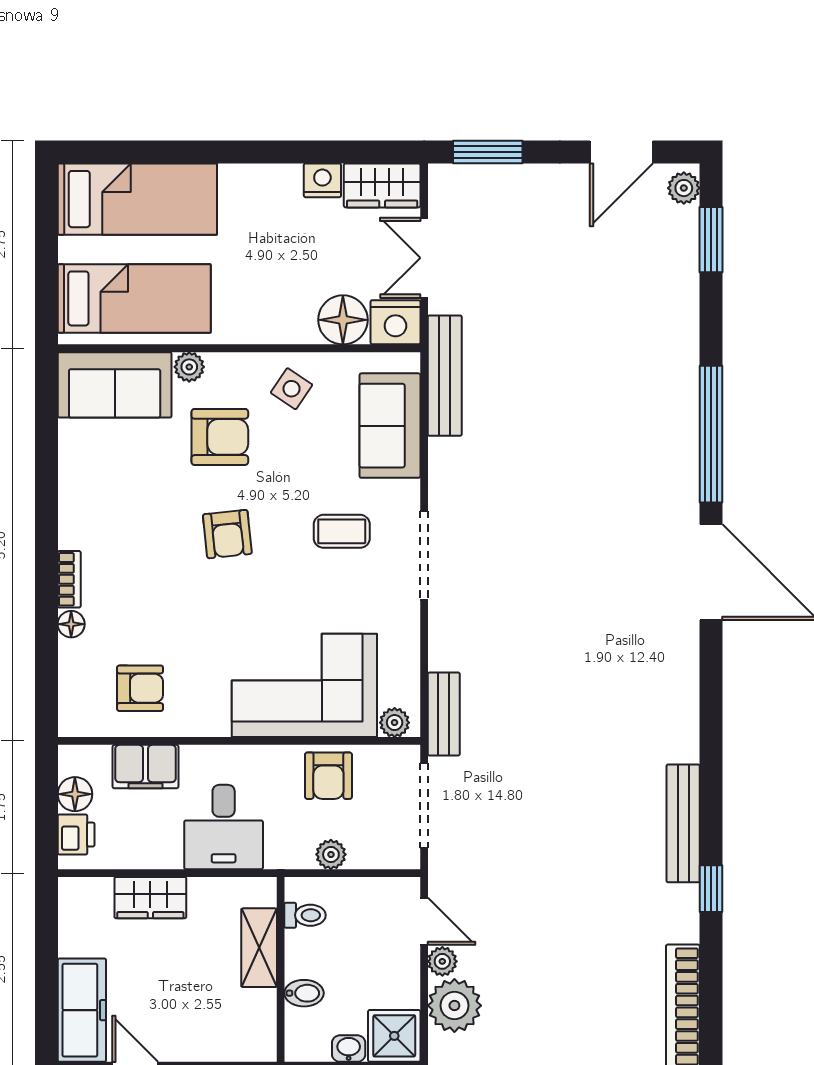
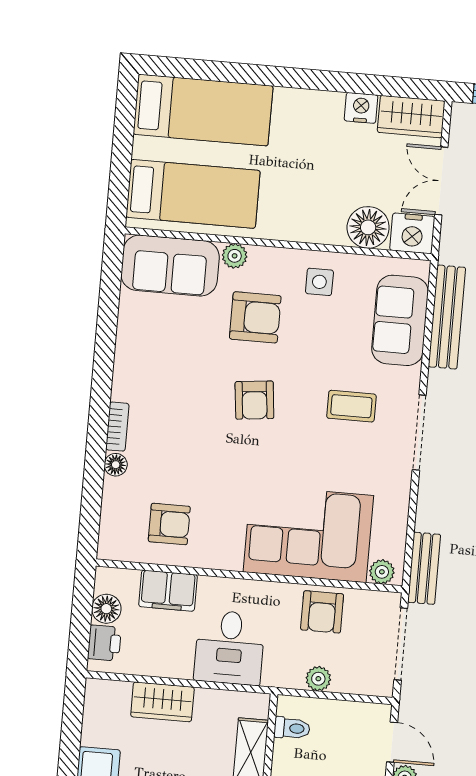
bench: (445, 376) -> (447, 317), moved
side table: (292, 389) -> (319, 282), turned -34

